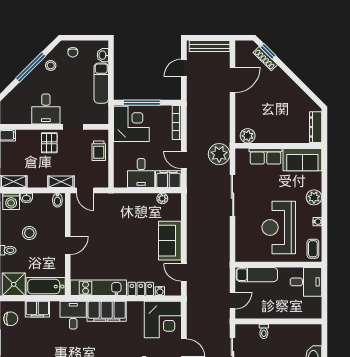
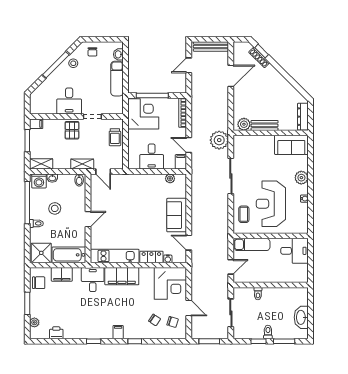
bench: (271, 137) -> (265, 125), added
row of seats: (266, 156) -> (259, 142), removed
filing cabinet: (168, 179) -> (181, 162), width x0.50
coffee table: (313, 249) -> (244, 214), moved

